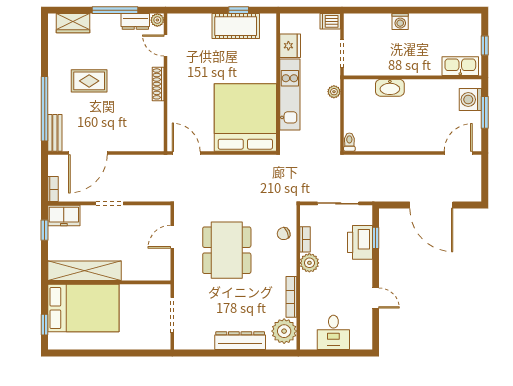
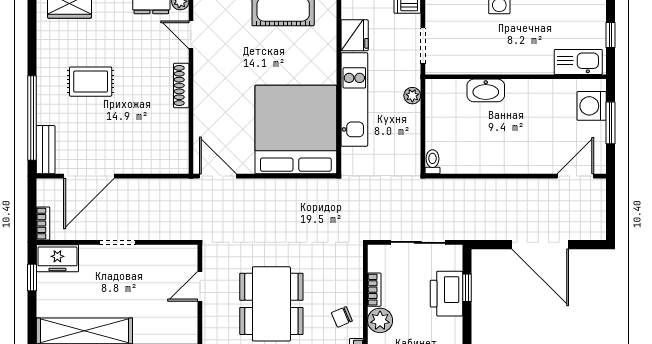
chair: (284, 234) -> (342, 317), moved

